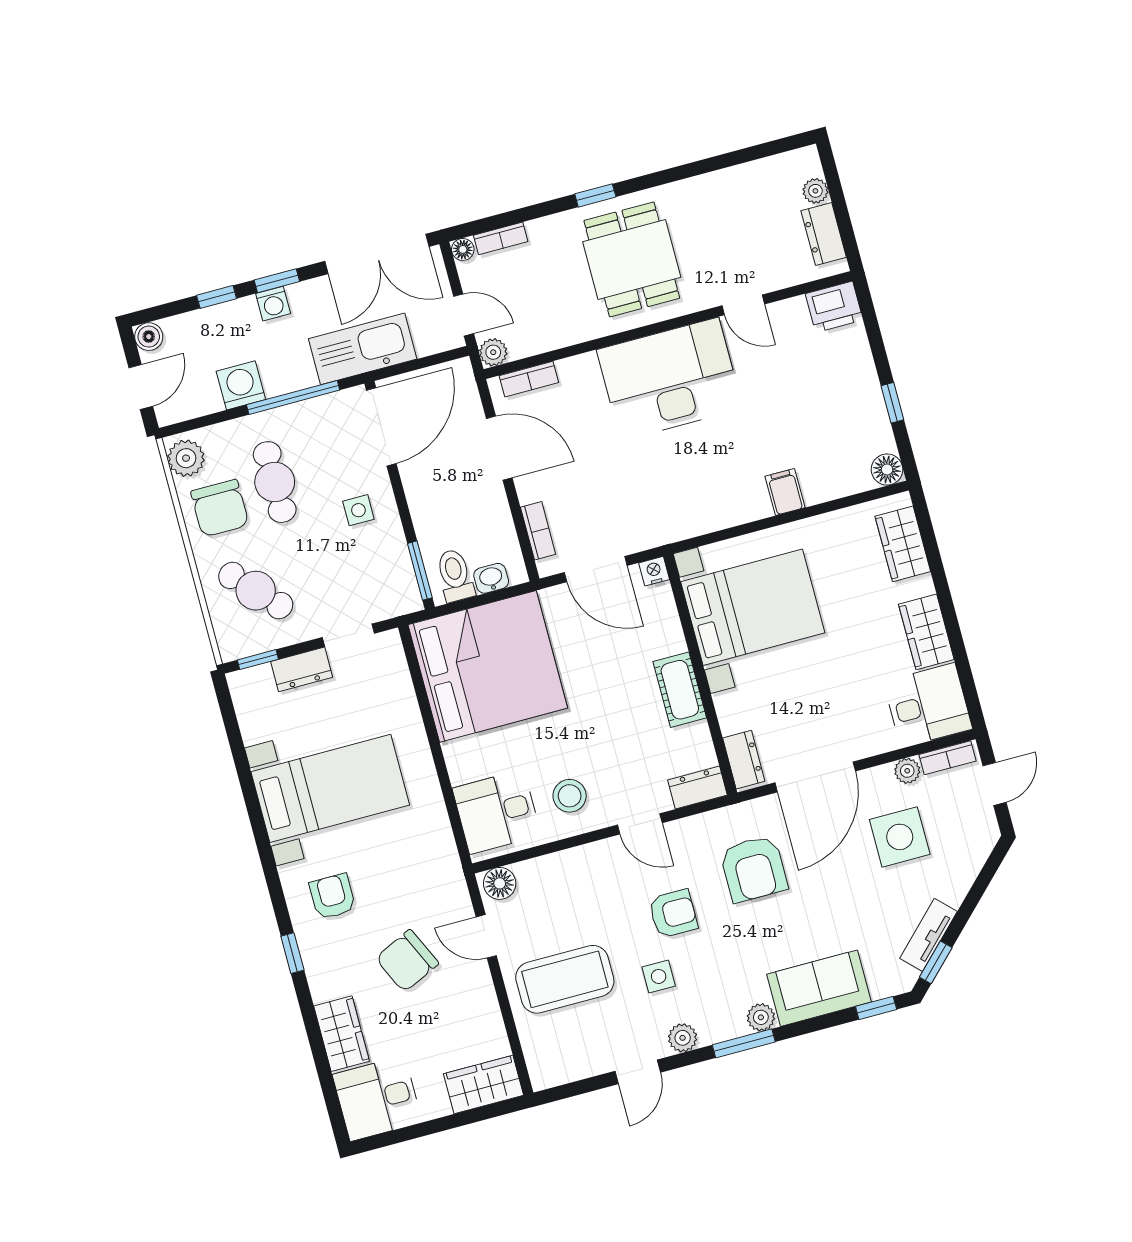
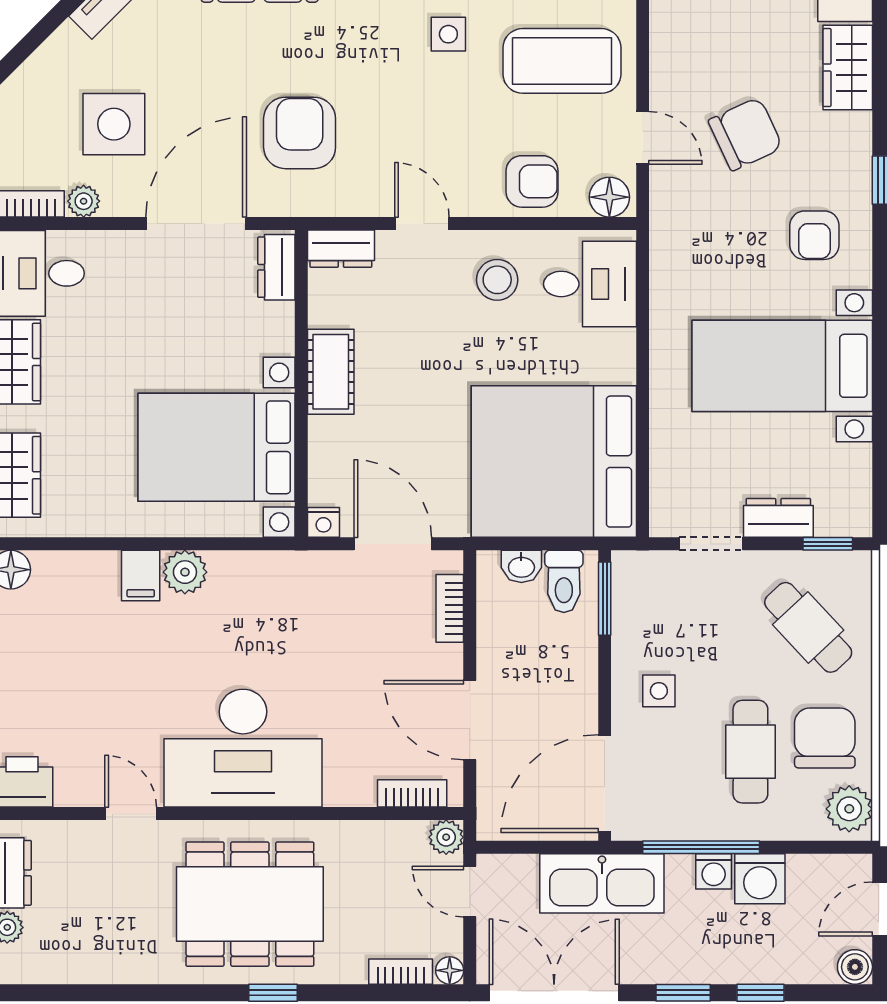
dining table: (632, 259) -> (250, 904), width x1.38
washing machine: (273, 304) -> (714, 871), moved, turned 180
plant: (751, 504) -> (185, 572), added
armchair: (673, 914) -> (532, 181), moved, turned 180

